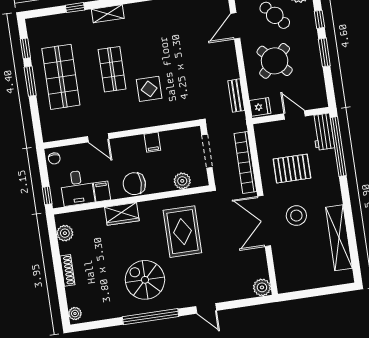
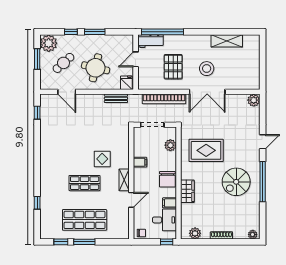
shelving: (108, 14) -> (124, 180), moved
round table: (275, 61) -> (96, 68), turned -33
shelving: (339, 238) -> (227, 41), width x0.68

